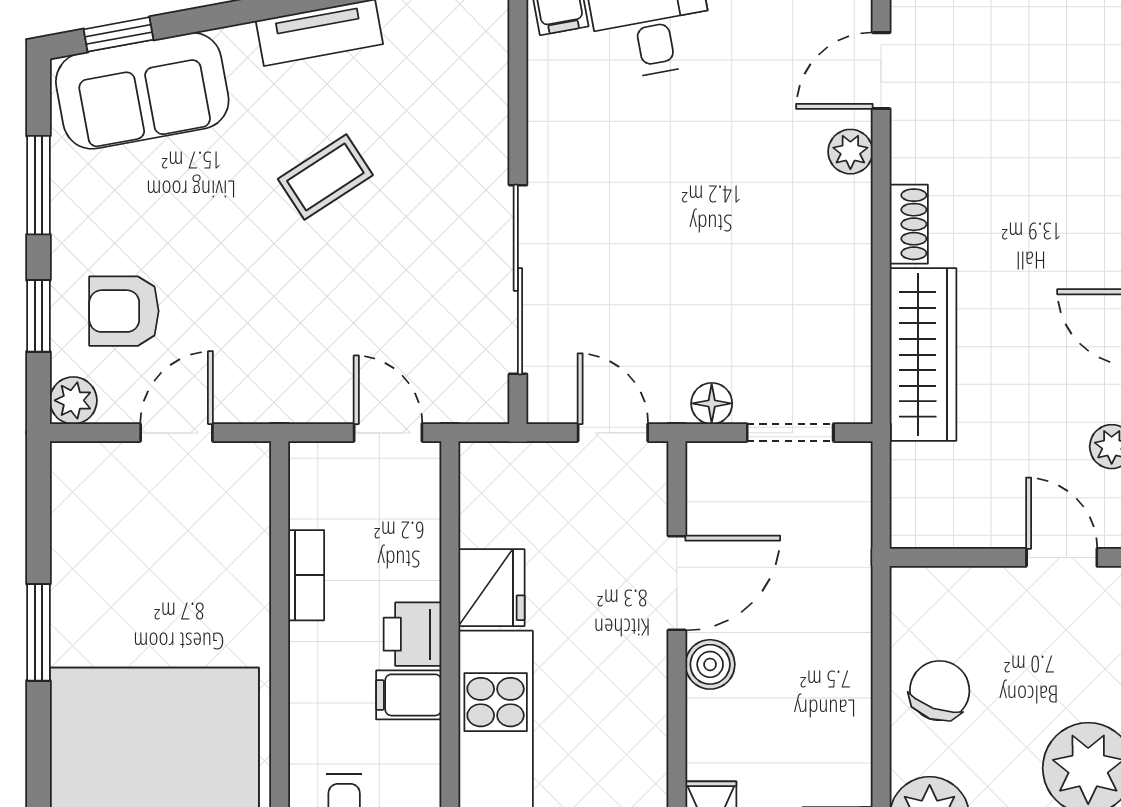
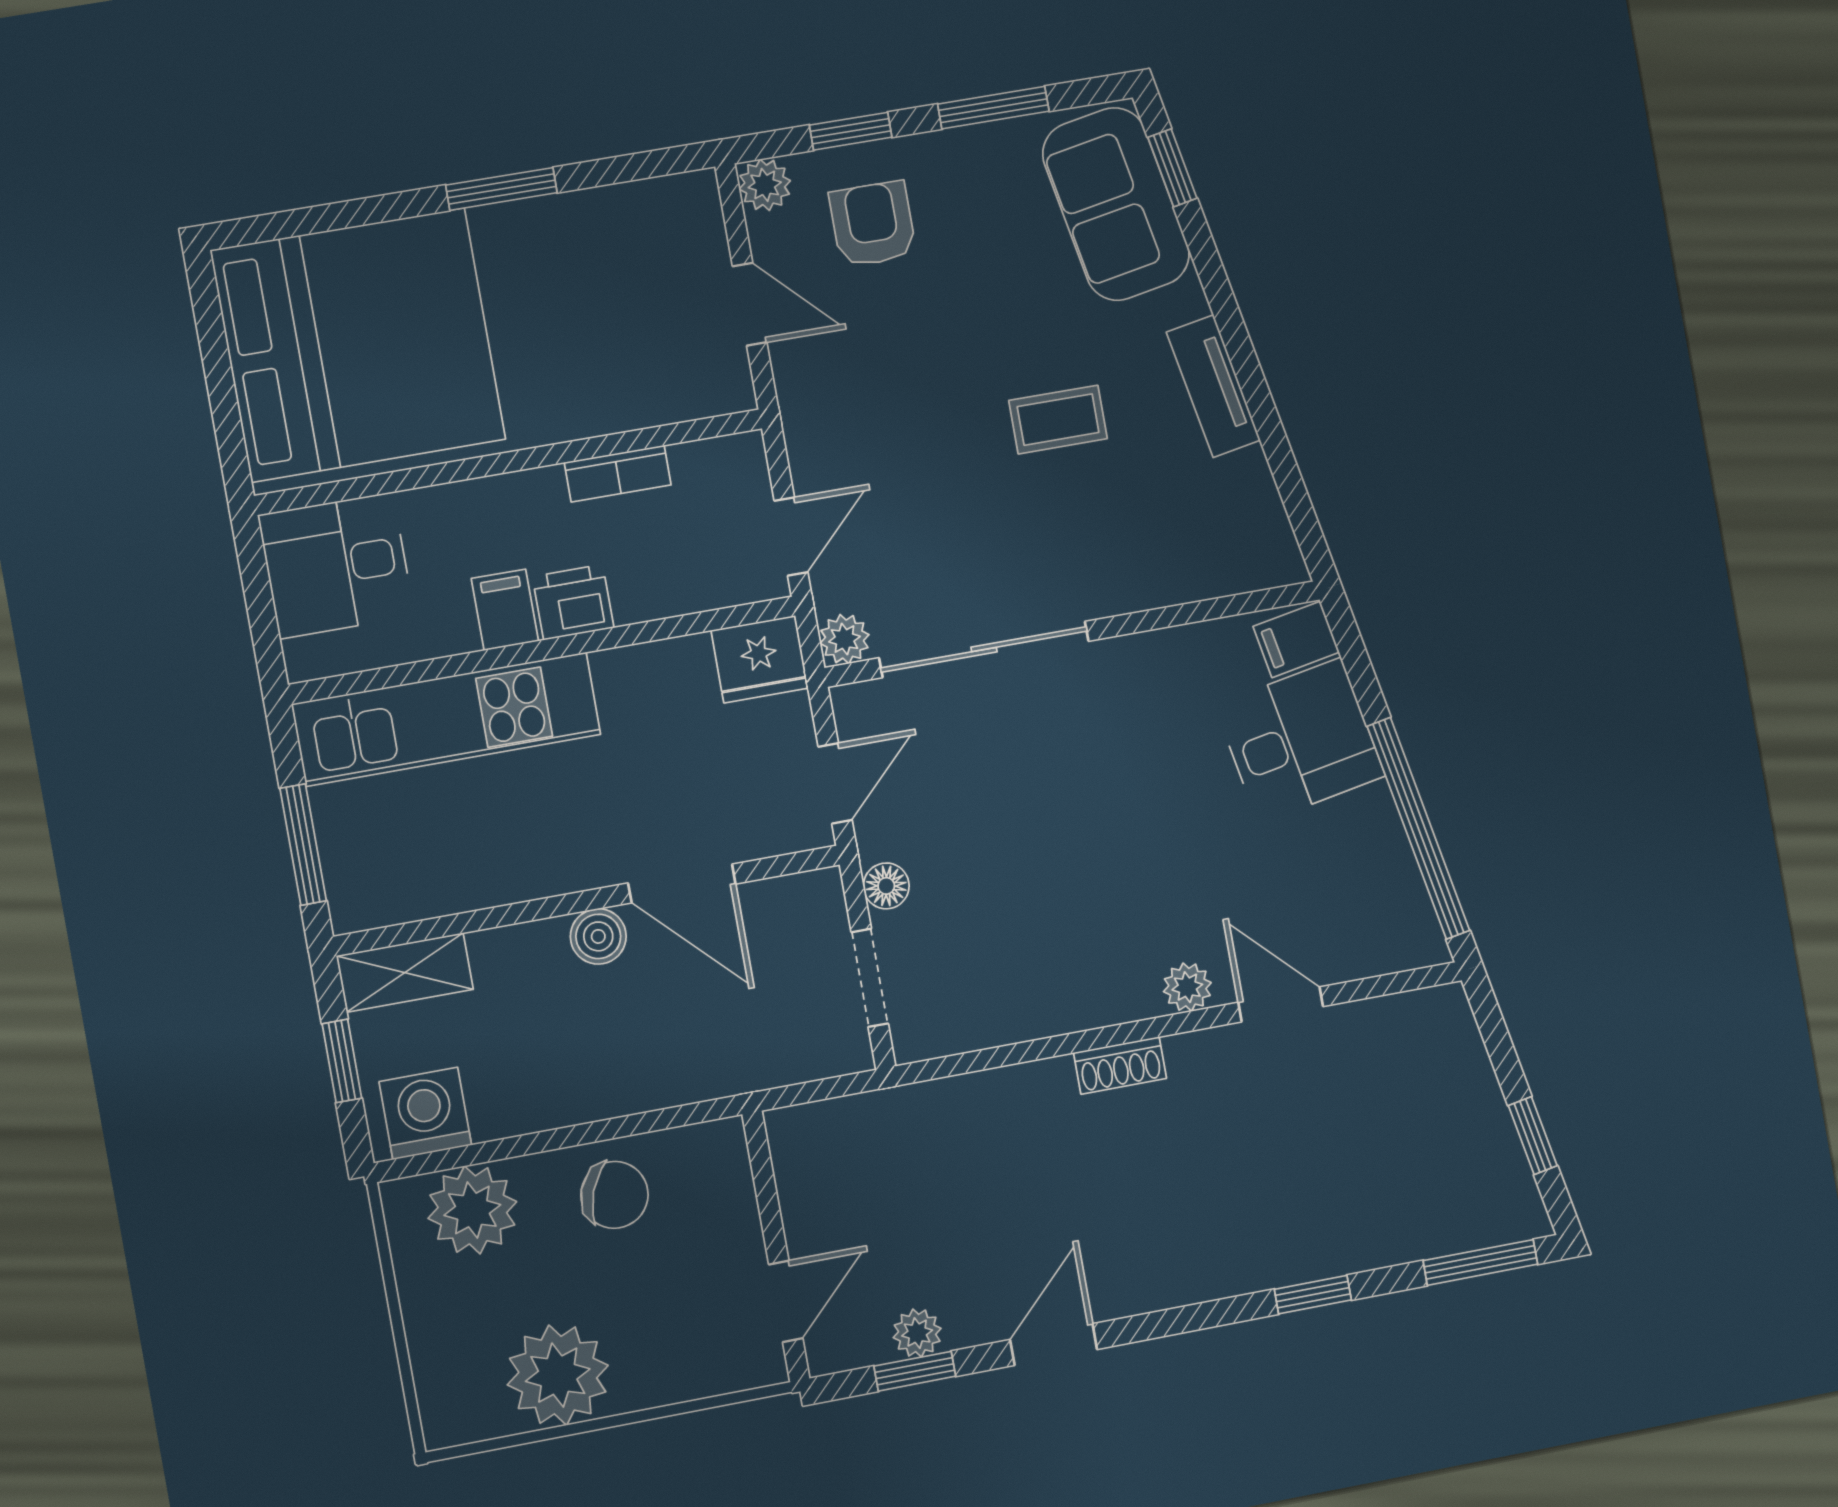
coffee table: (325, 177) -> (1058, 420), turned -57
wardrobe: (923, 355) -> (981, 1107), removed
plant: (487, 401) -> (844, 639), added
fridge: (491, 588) -> (760, 659), moved

